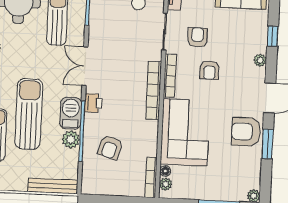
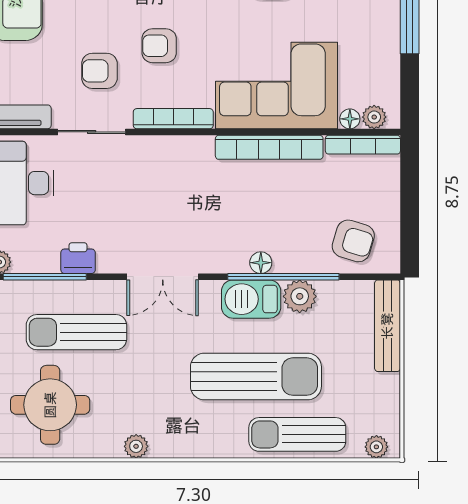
armchair: (210, 70) -> (159, 46), turned 180
bookcase: (154, 90) -> (269, 147), moved
printer: (93, 103) -> (78, 258), moved
sun lounger: (29, 114) -> (256, 377), turned 180
floor lamp: (90, 119) -> (261, 263), added
armchair: (110, 147) -> (353, 241), moved

